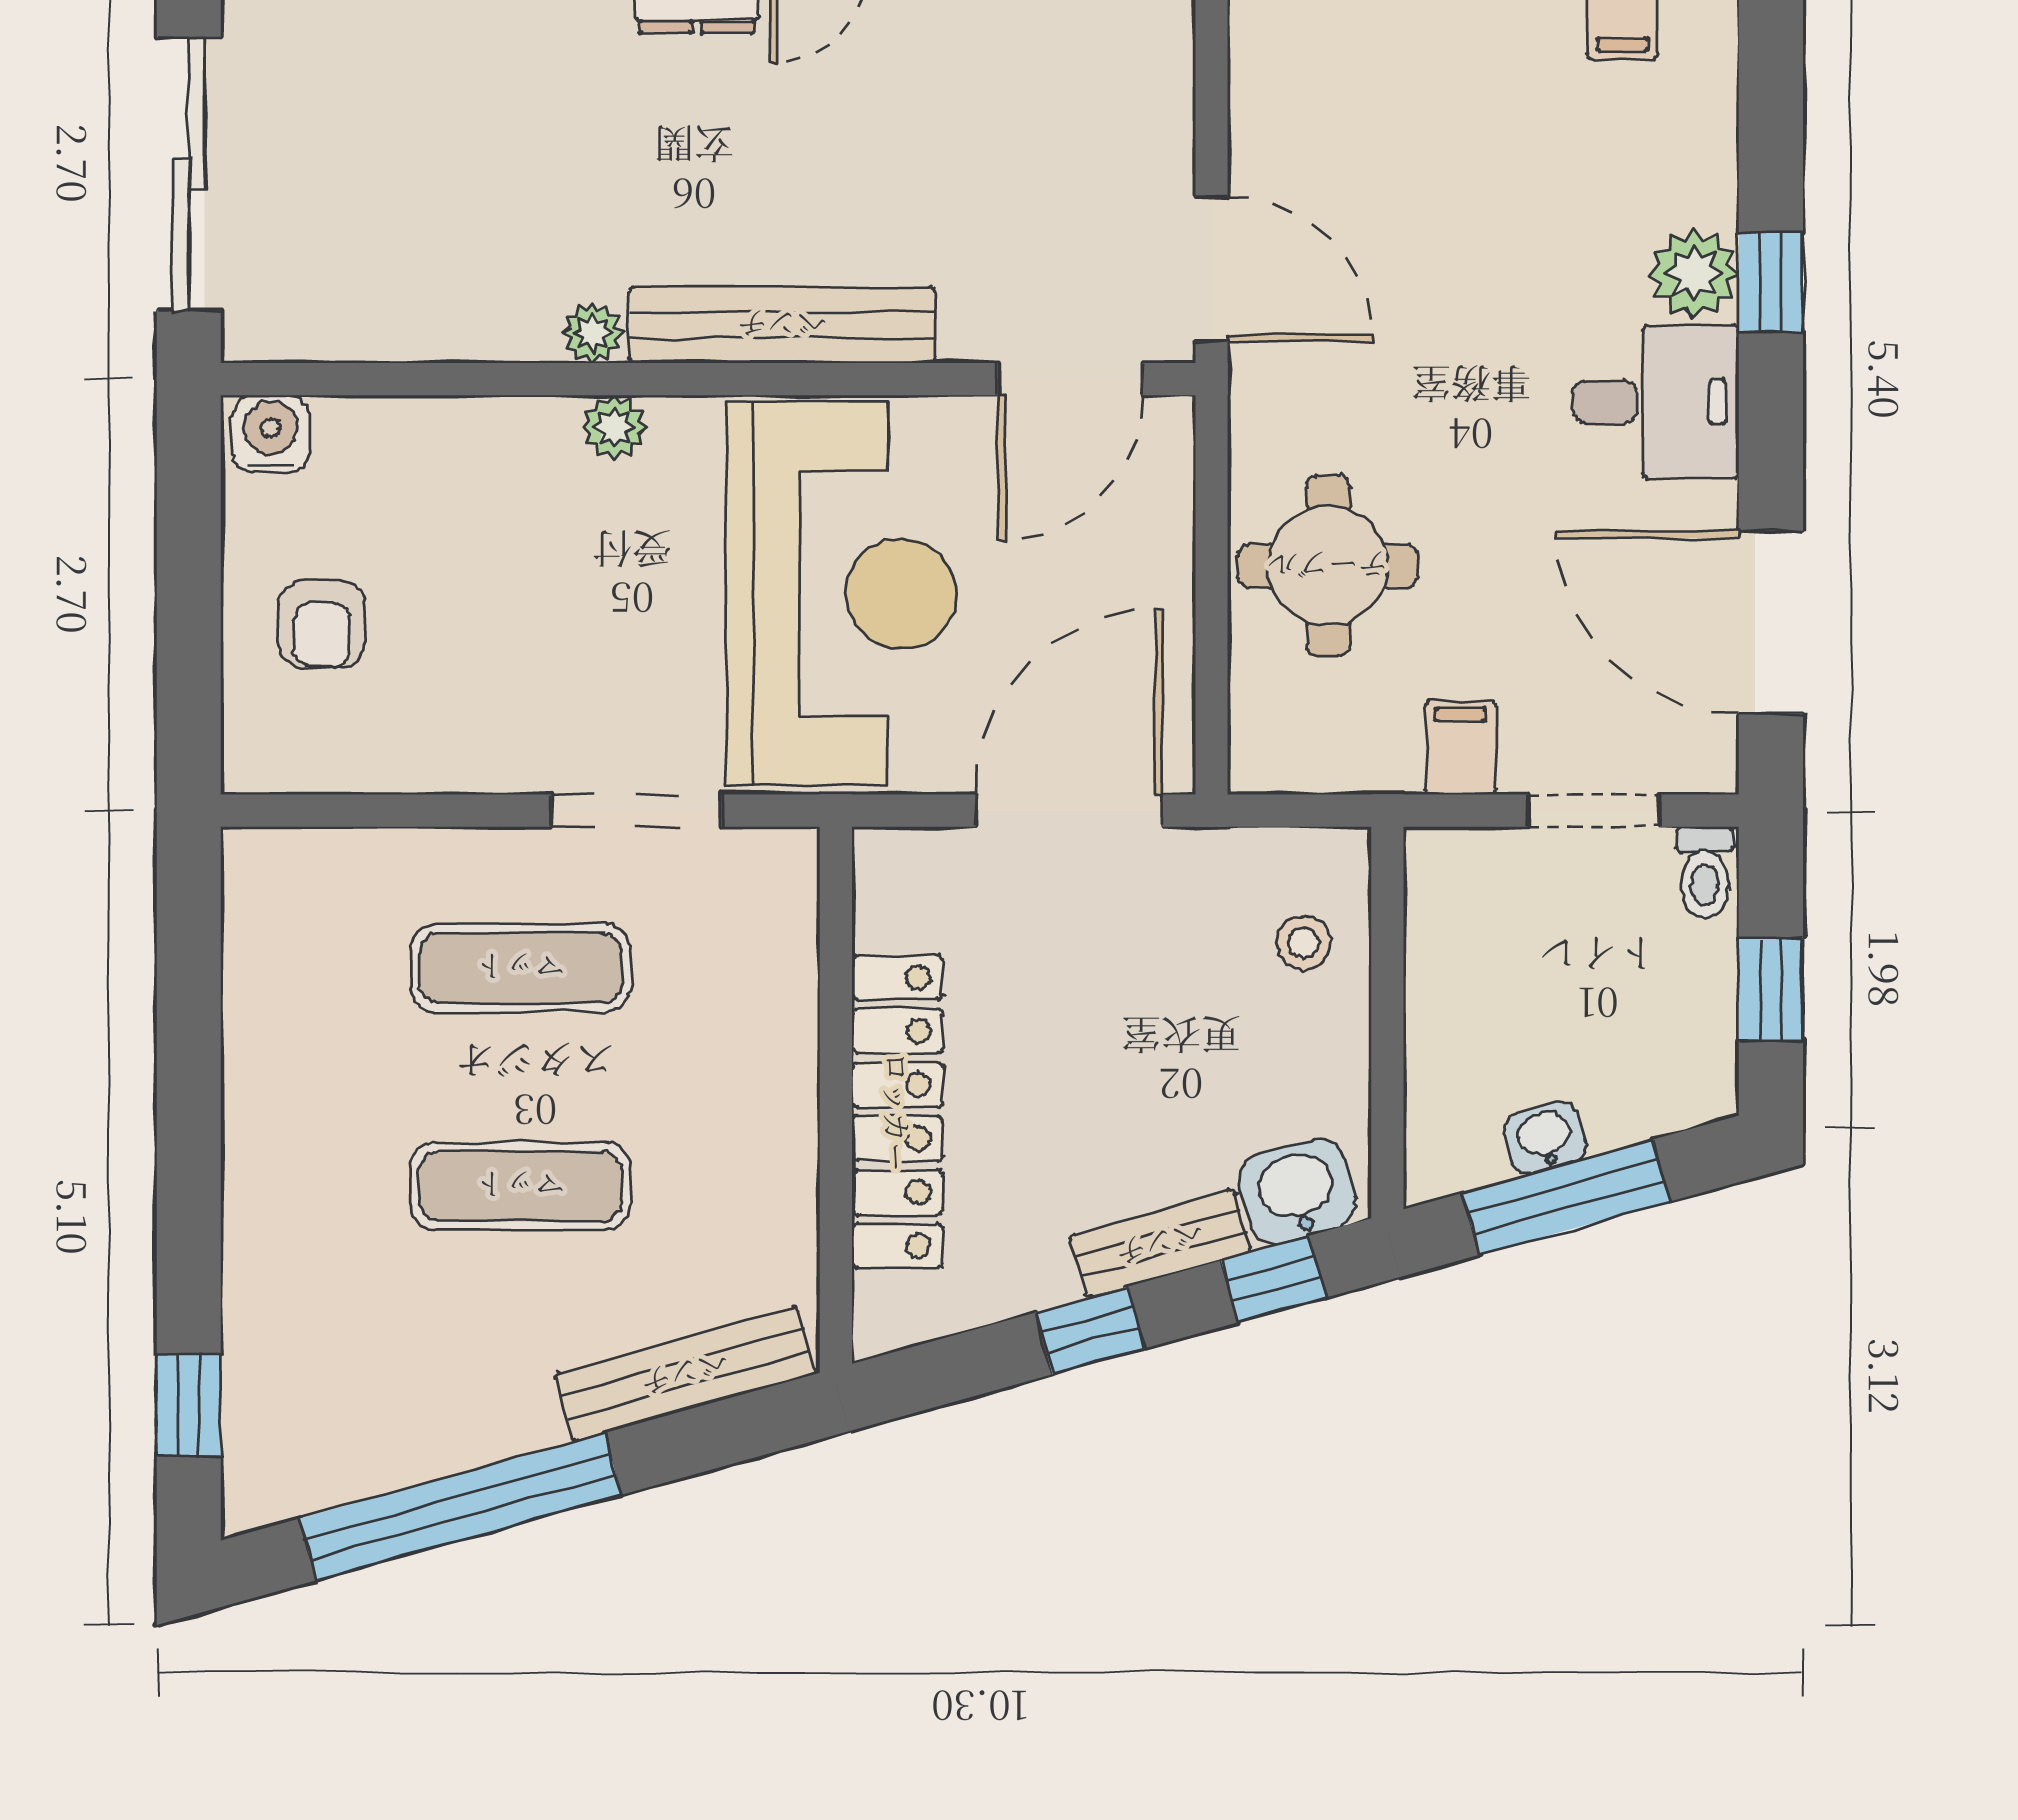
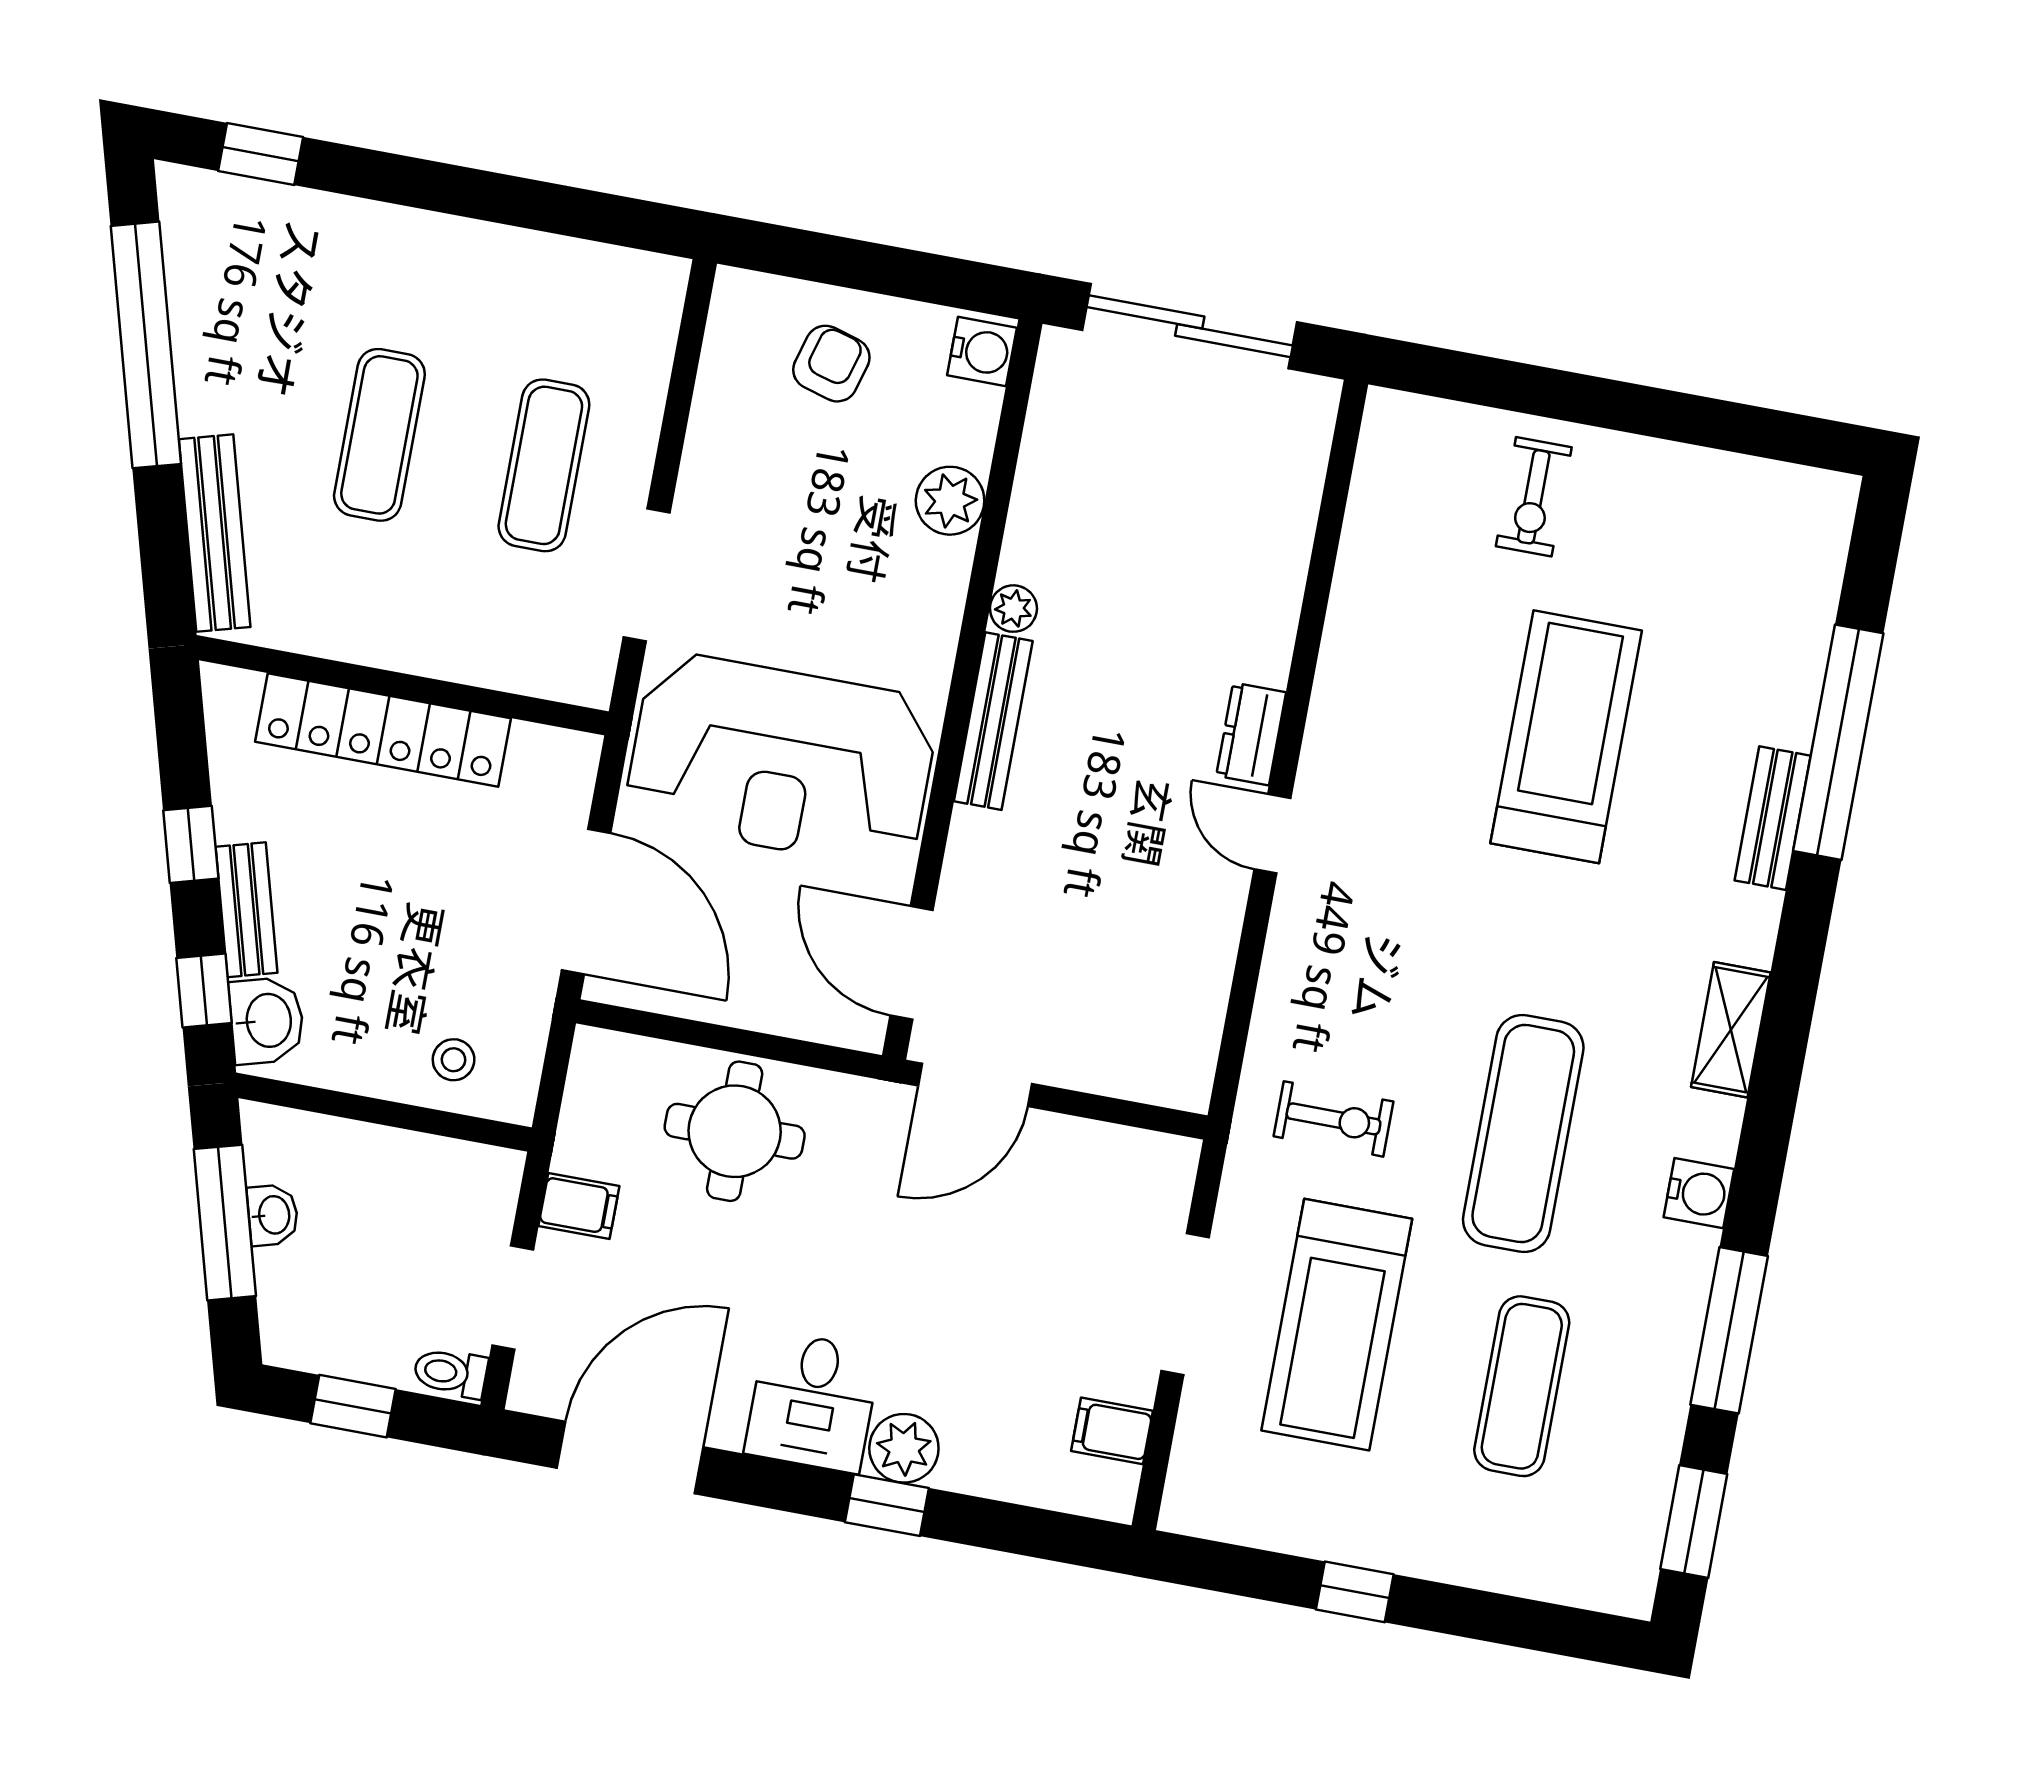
bench: (782, 325) -> (993, 721), width x0.73, depth x0.82
plant: (614, 427) -> (950, 501), moved, width x1.38, depth x1.38
armchair: (322, 624) -> (831, 364), turned 106

